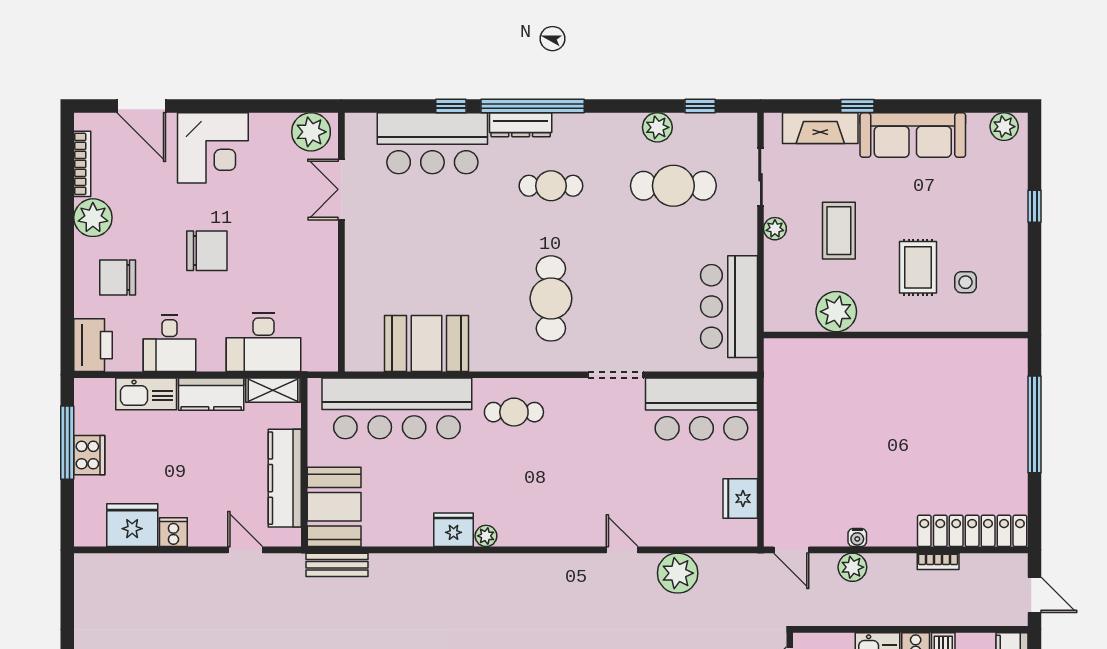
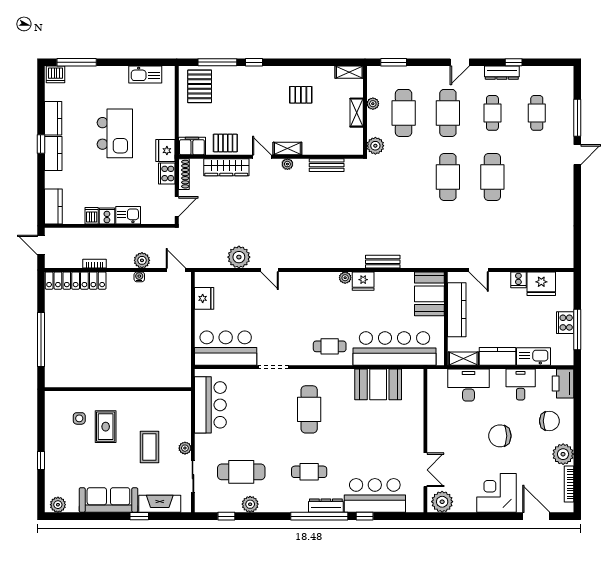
plant: (836, 312) -> (151, 402), removed
bench: (337, 565) -> (383, 262), moved

